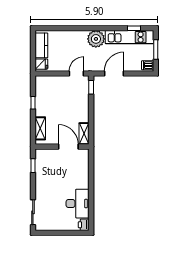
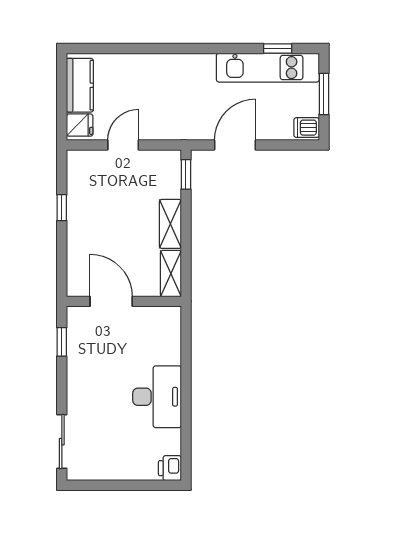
plant: (96, 39) -> (196, 71), removed
door: (76, 73) -> (123, 145), moved
shelving: (40, 128) -> (170, 224), moved
door: (68, 147) -> (111, 301), moved
desk: (78, 204) -> (157, 397), moved

